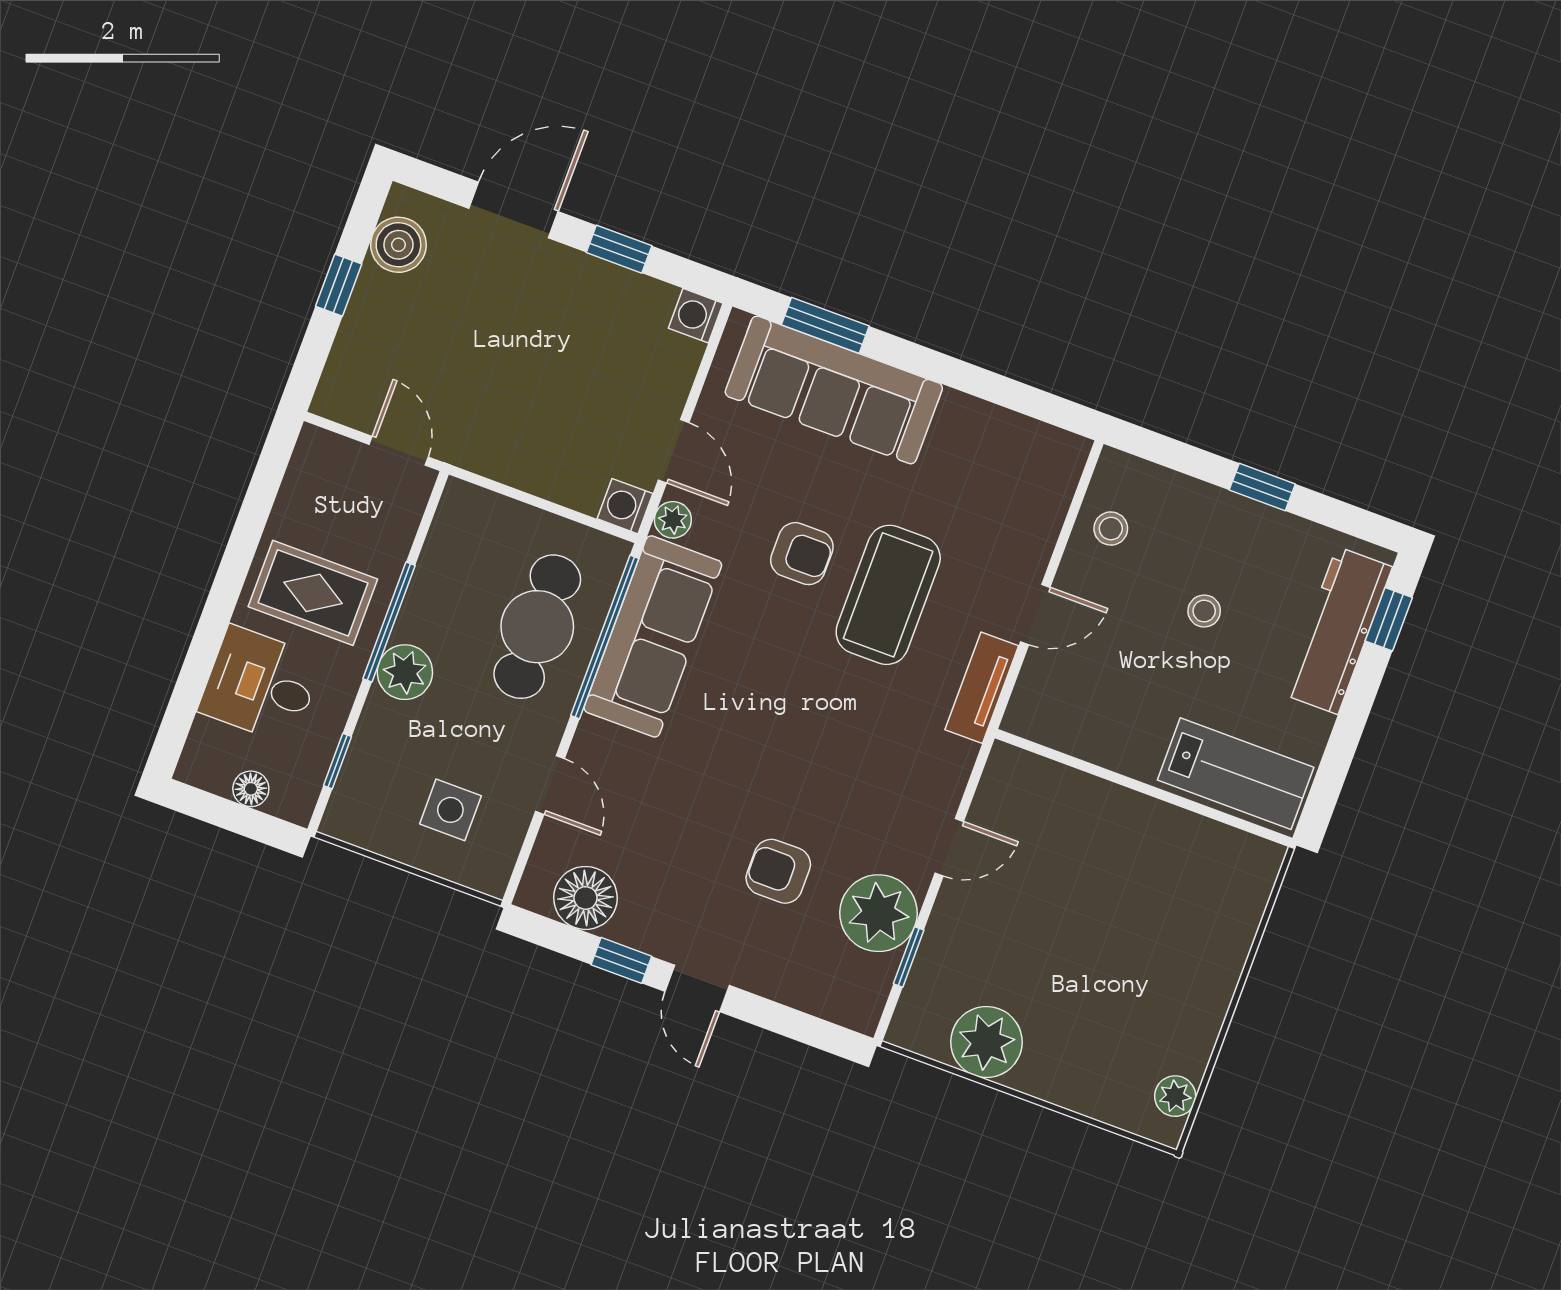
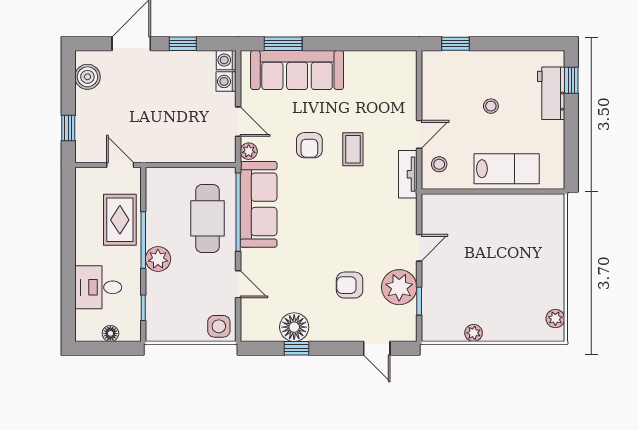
window: (339, 285) -> (68, 128), moved
window: (1262, 487) -> (455, 44), moved
washing machine: (625, 506) -> (226, 81), moved
stool: (1111, 529) -> (439, 164), moved
armchair: (802, 554) -> (309, 145), turned 90
rug: (313, 593) -> (120, 220), moved, turned 90
coffee table: (888, 595) -> (353, 149), width x0.54, depth x0.58
workbench: (1337, 631) -> (551, 93), width x0.73
lab bench: (1236, 774) -> (507, 169), moved
side table: (450, 810) -> (219, 326), moved
floor lamp: (586, 898) -> (294, 327), moved
door: (697, 988) -> (377, 348), moved
plant: (986, 1042) -> (474, 333), width x0.53, depth x0.53

